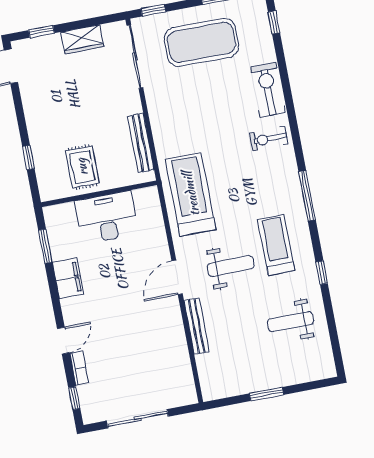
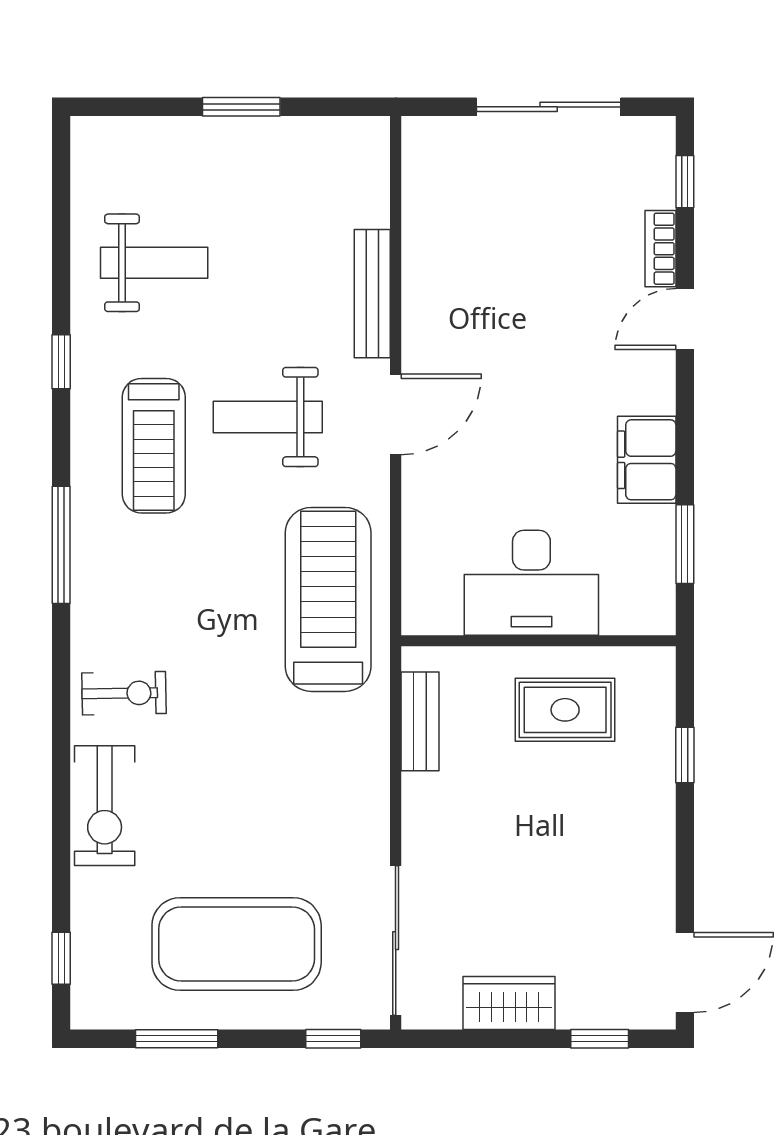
bench: (141, 143) -> (420, 721), width x0.73
rug: (82, 167) -> (565, 710), turned 90
treadmill: (191, 194) -> (328, 599), turned 180

